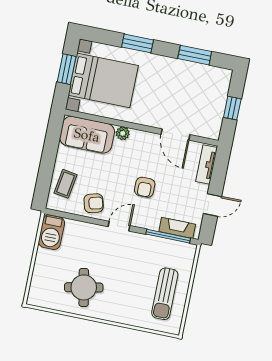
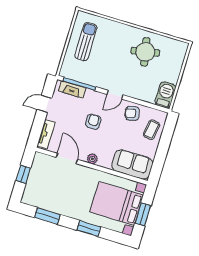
plant: (123, 133) -> (92, 159), moved

